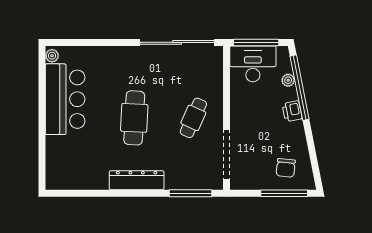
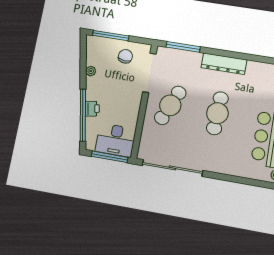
plant: (288, 80) -> (91, 71), moved
printer: (292, 111) -> (92, 109), moved
cafe table: (193, 118) -> (170, 105), width x1.37, depth x1.35
chair: (286, 168) -> (125, 56), moved

